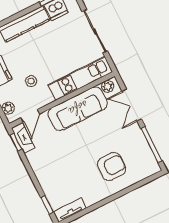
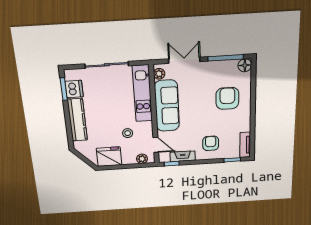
double door: (132, 105) -> (184, 60), swing flipped
fireplace: (23, 138) -> (183, 156), moved
floor lamp: (152, 167) -> (245, 65), added
armchair: (56, 173) -> (211, 143), added

